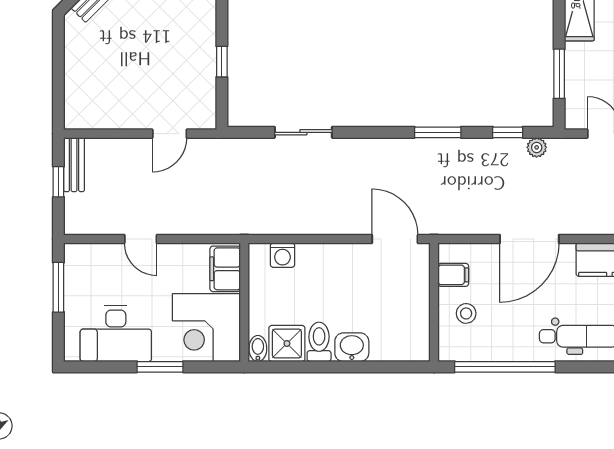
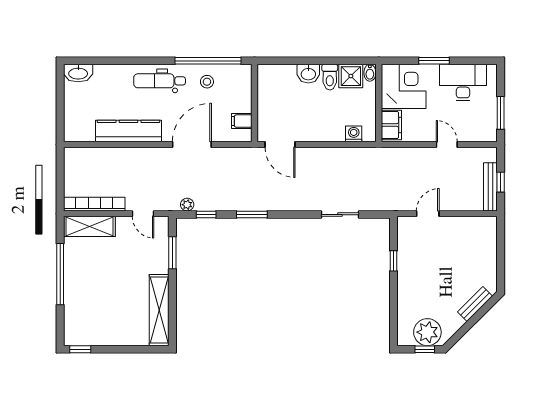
bench: (74, 165) -> (490, 187), width x1.36
stool: (466, 313) -> (207, 82), moved

